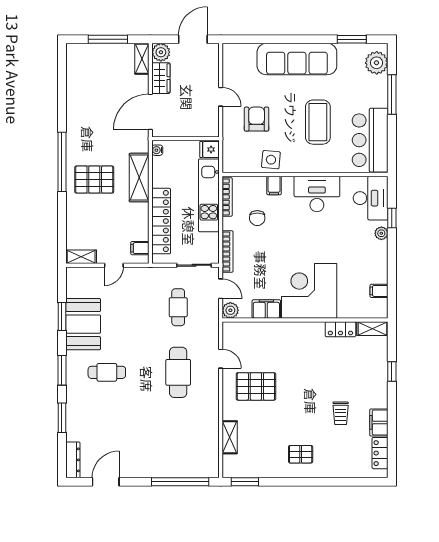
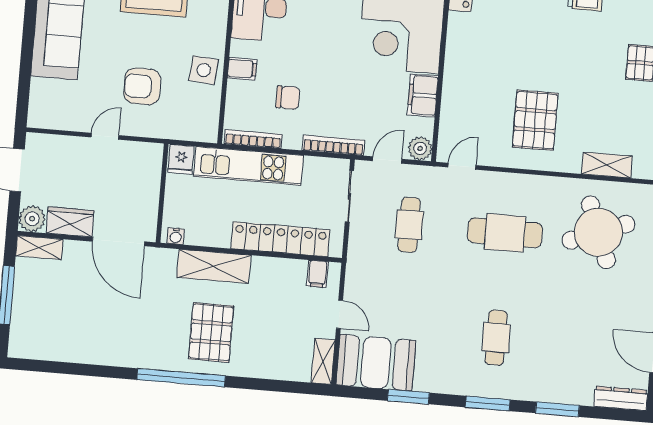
cafe table: (178, 307) -> (409, 225), turned 90
booth: (83, 324) -> (376, 363), moved
door: (221, 359) -> (462, 166), moved
round table: (184, 435) -> (598, 232), added

